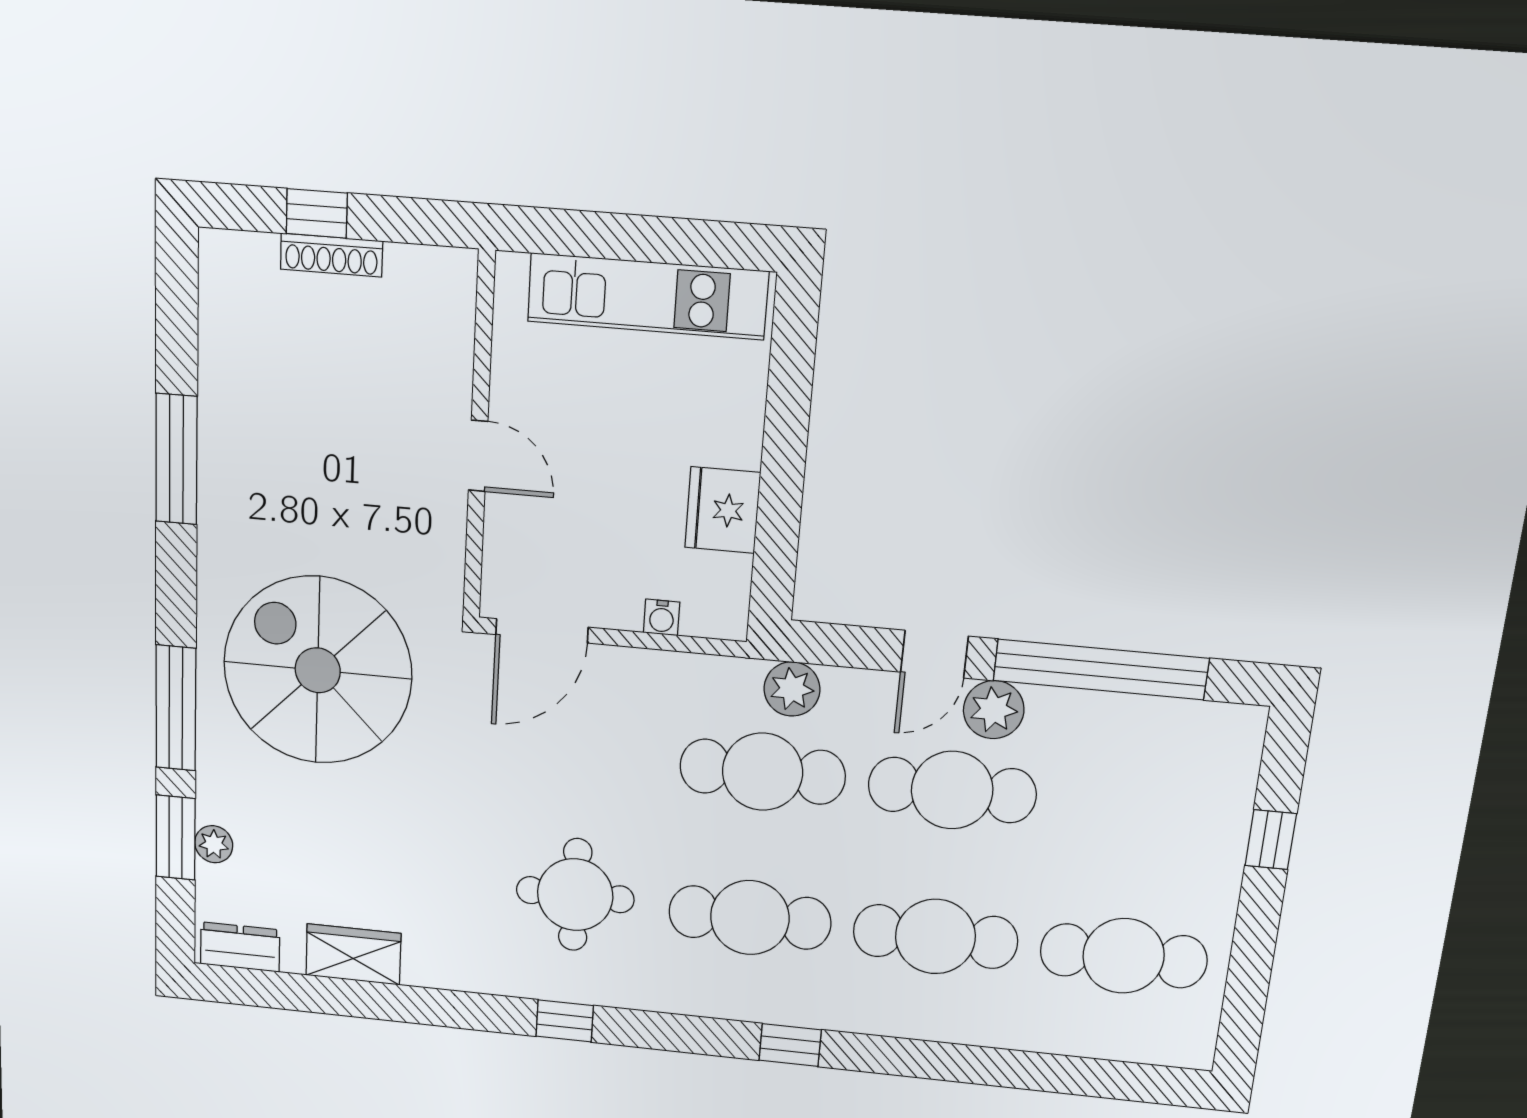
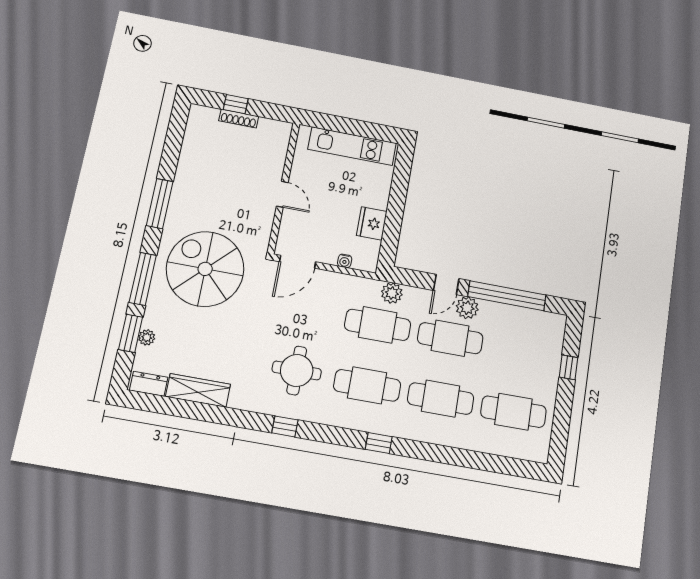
window: (176, 459) -> (160, 204), moved
wardrobe: (353, 954) -> (198, 390), width x1.50

